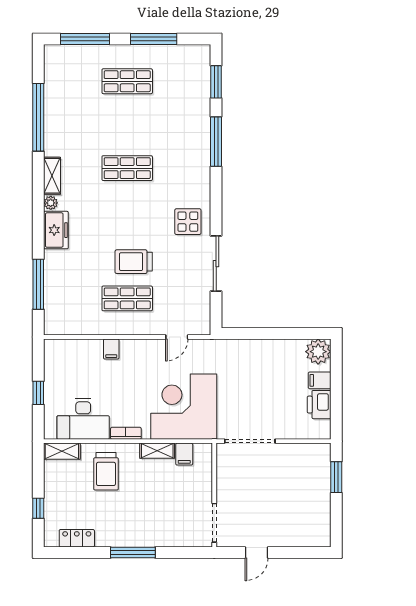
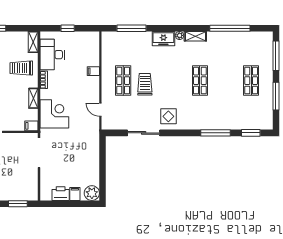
corner desk: (184, 407) -> (54, 114), width x0.74, depth x0.74
filing cabinet: (184, 454) -> (31, 126), moved

